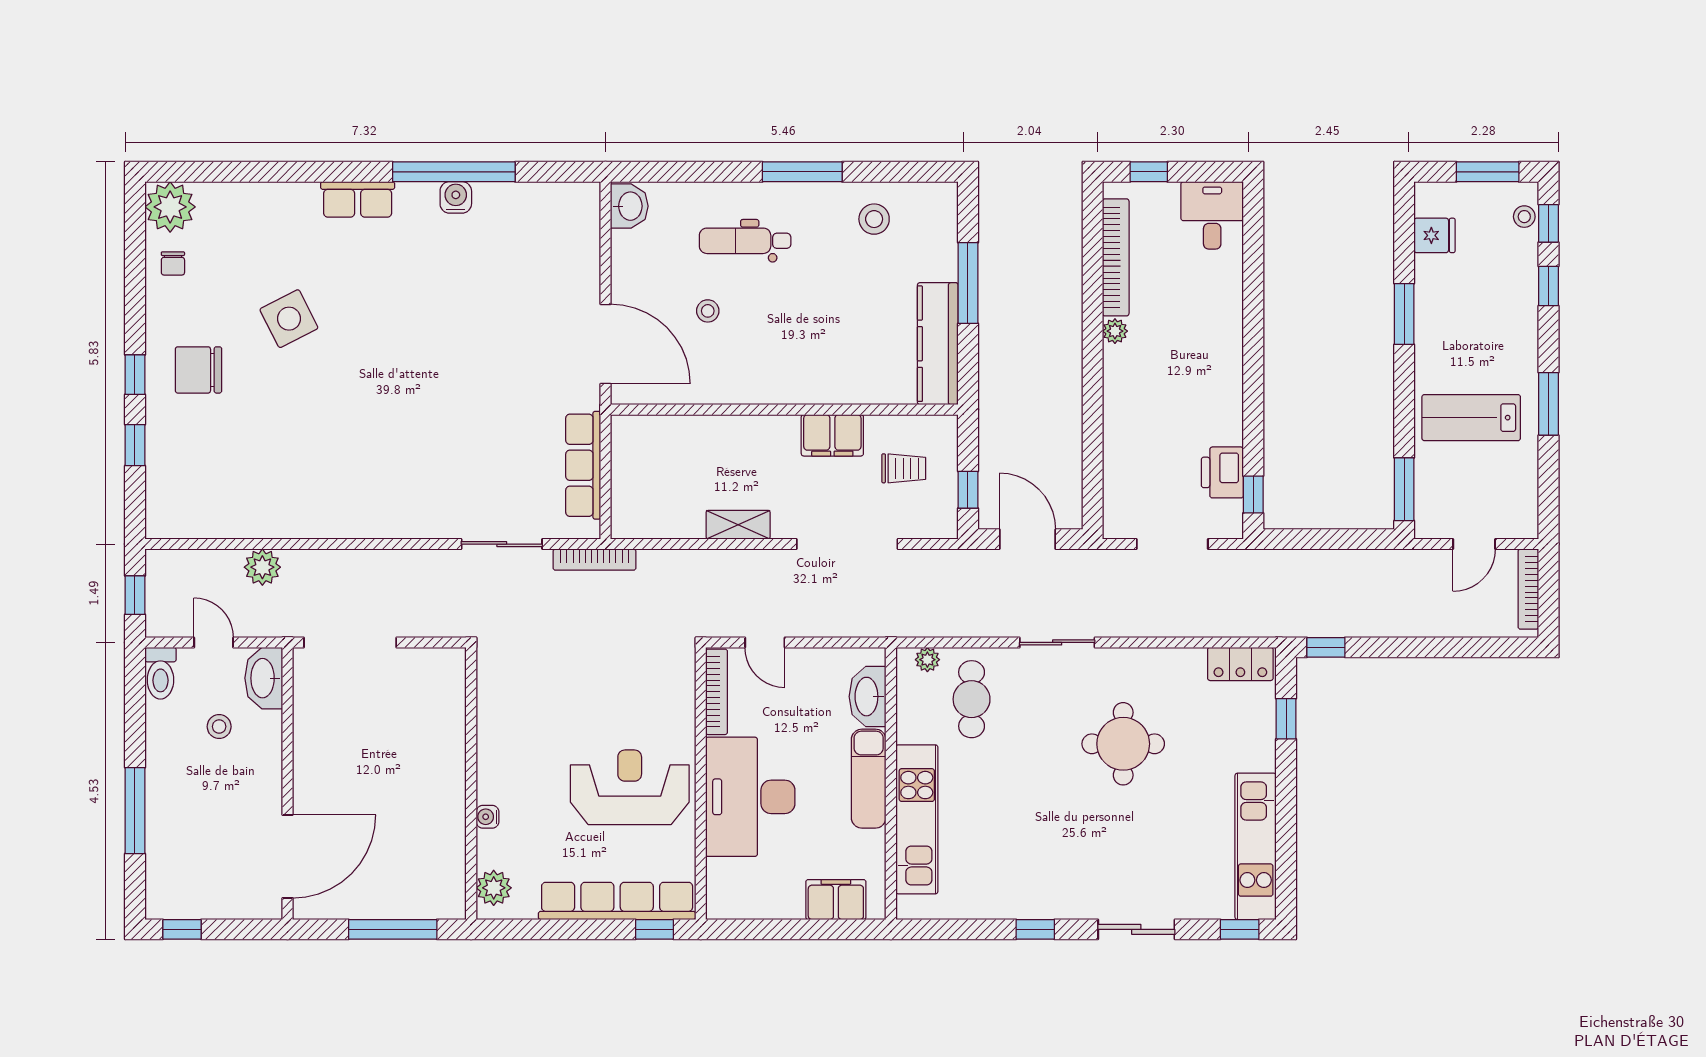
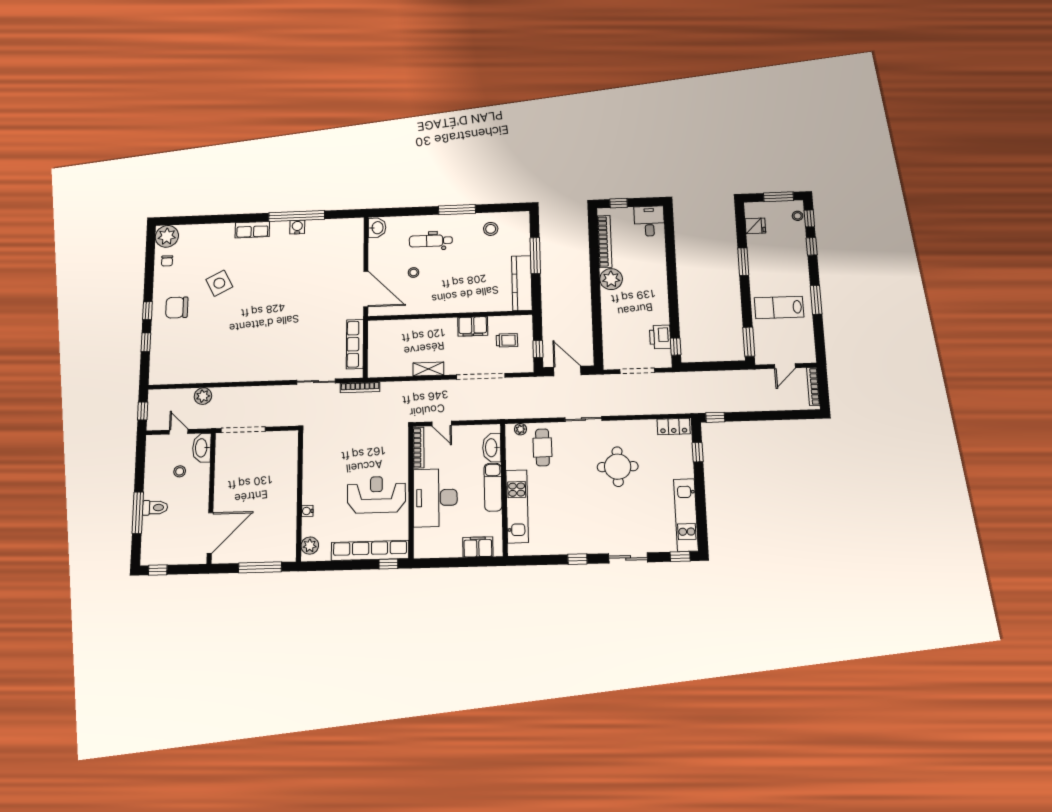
plant: (1115, 331) -> (611, 279), width x1.88, depth x1.88
toilet: (160, 673) -> (155, 508), moved, turned -90

